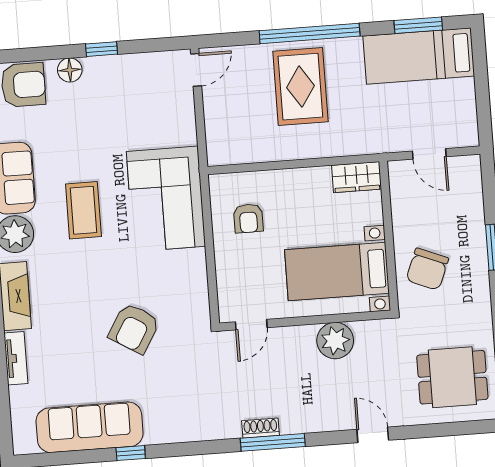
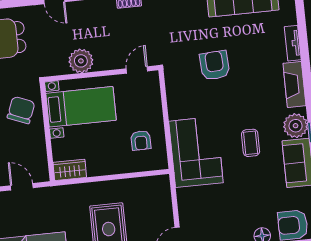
coffee table: (83, 210) -> (251, 143), width x0.73, depth x0.77
armchair: (248, 218) -> (141, 140), turned 180
armchair: (134, 328) -> (215, 65), turned -34

